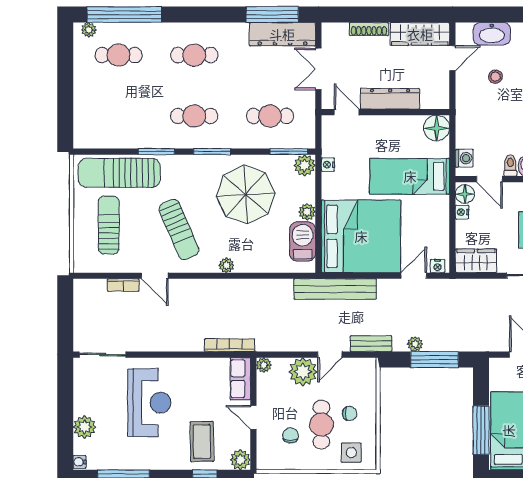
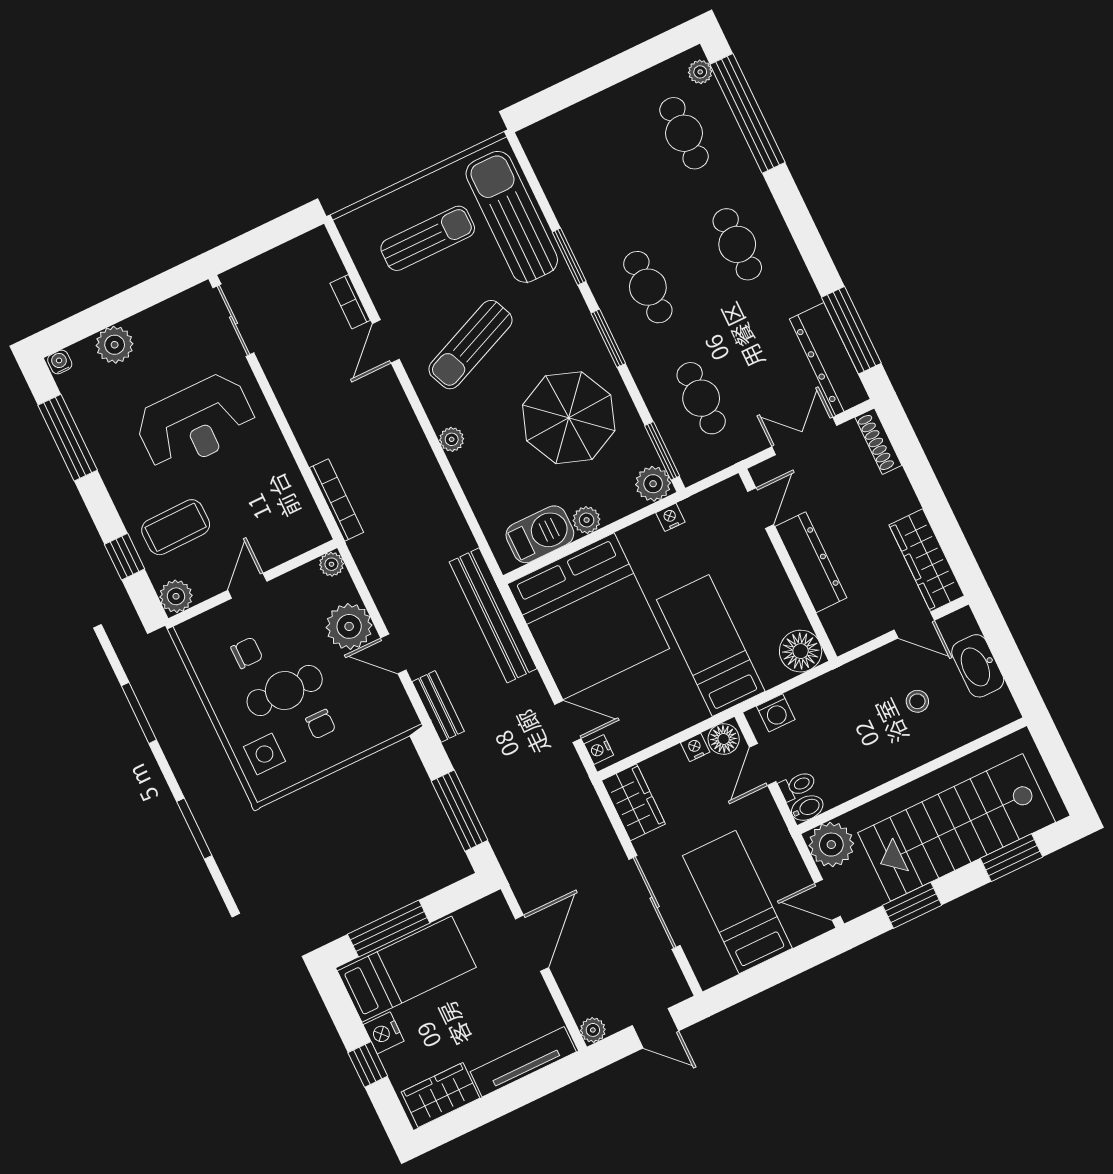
shoe rack: (369, 29) -> (878, 441), moved
plant: (415, 344) -> (469, 771), removed
row of seats: (240, 379) -> (295, 539), removed

